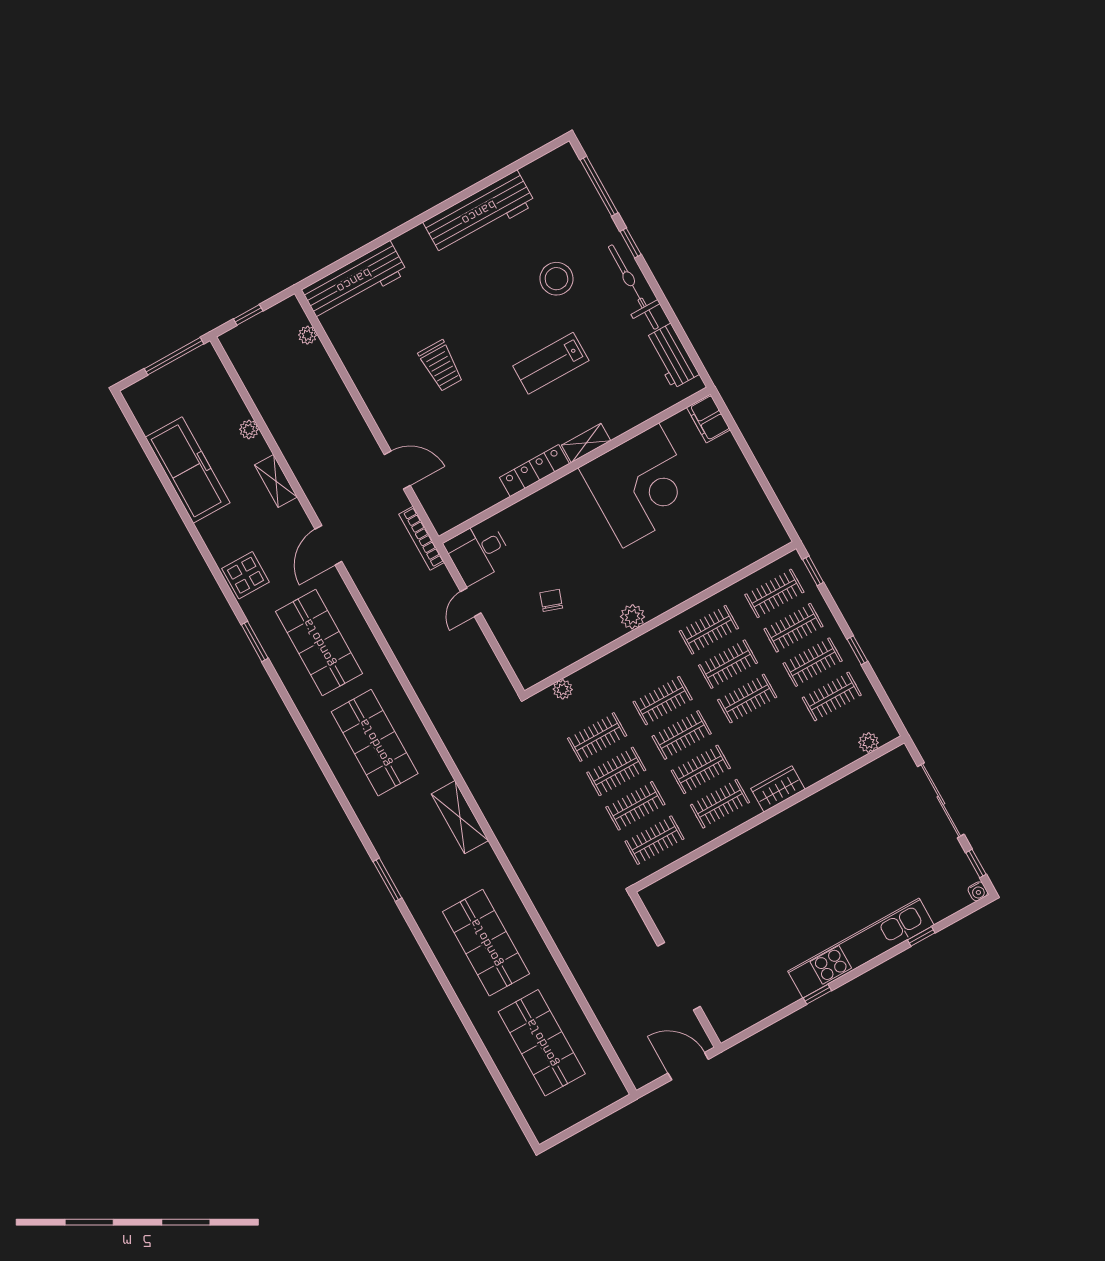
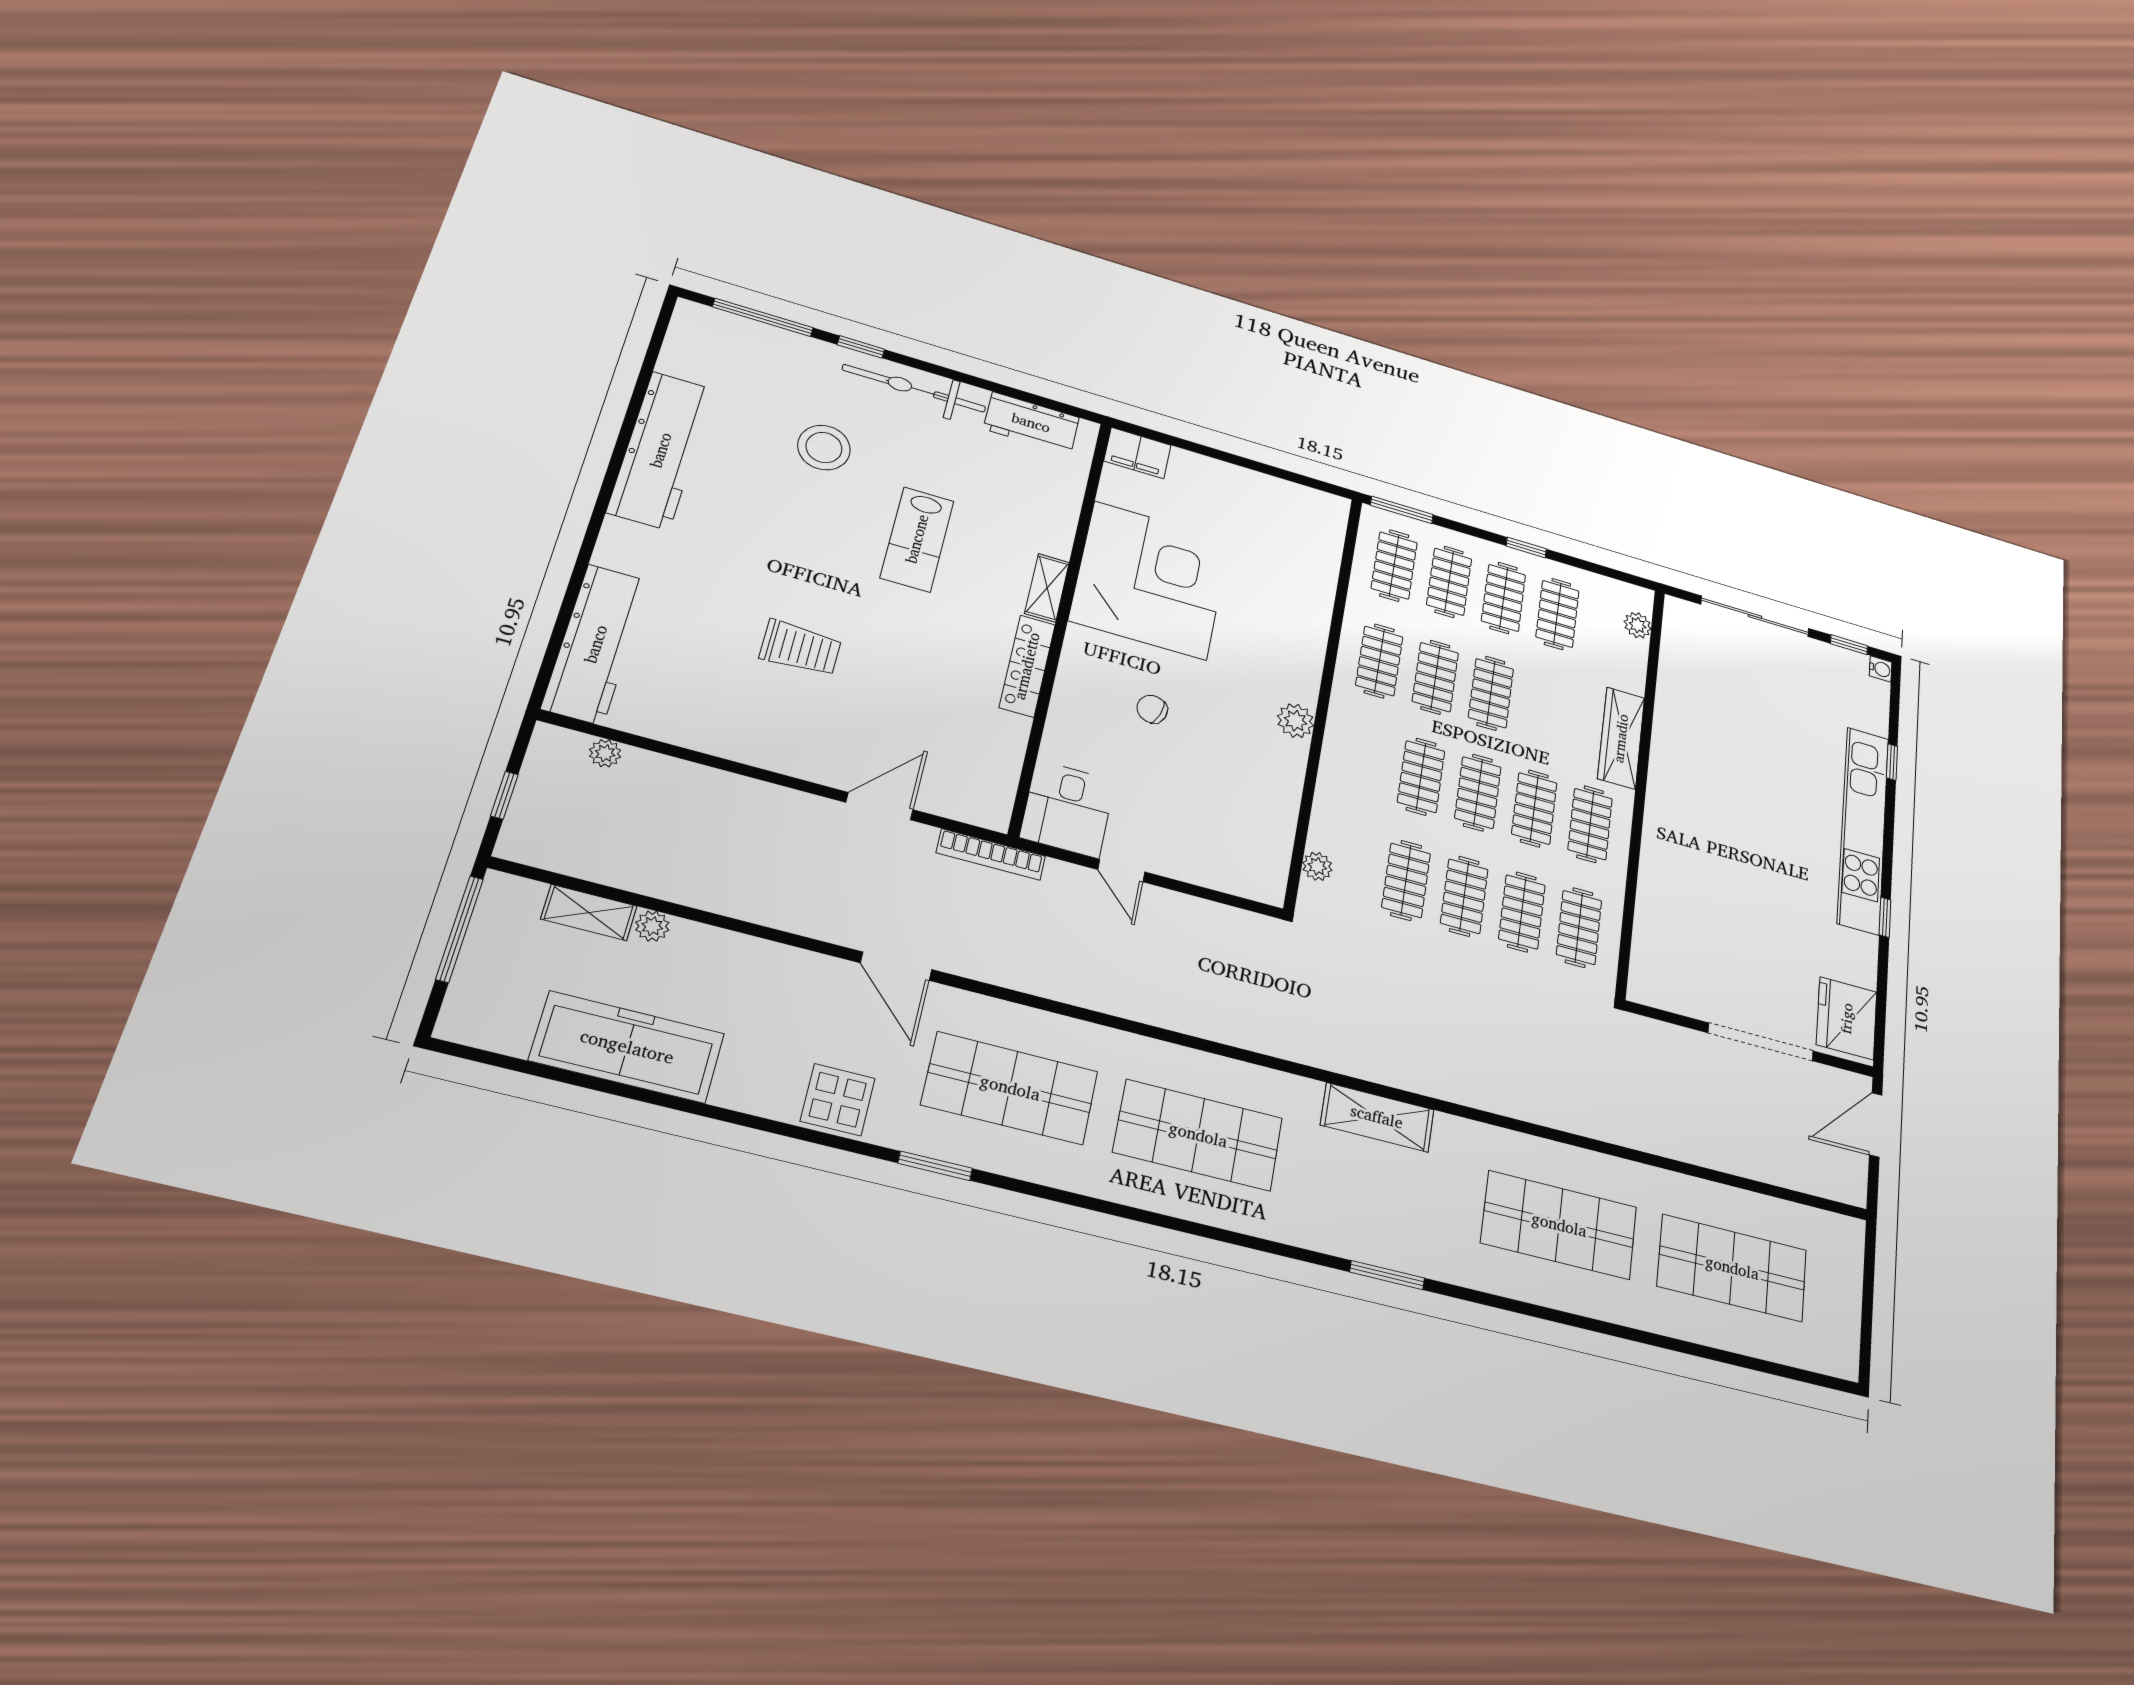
shelving: (276, 481) -> (589, 912), moved
window: (813, 571) -> (1402, 510), width x1.50
chair: (551, 600) -> (1152, 709), moved
wardrobe: (778, 789) -> (1621, 738), width x1.50
fridge: (736, 1012) -> (1847, 1018), added

